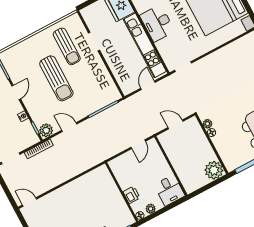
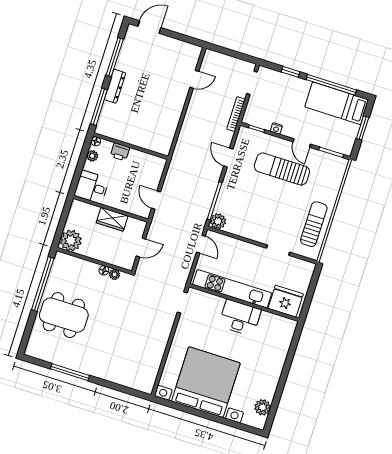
sun lounger: (67, 46) -> (314, 224), moved, turned 90
sun lounger: (56, 78) -> (282, 169), moved
door: (148, 85) -> (201, 244), moved
door: (69, 127) -> (228, 158), swing flipped
plant: (46, 130) -> (218, 221), moved
wardrobe: (176, 159) -> (112, 219), added
door: (30, 202) -> (194, 79), moved

